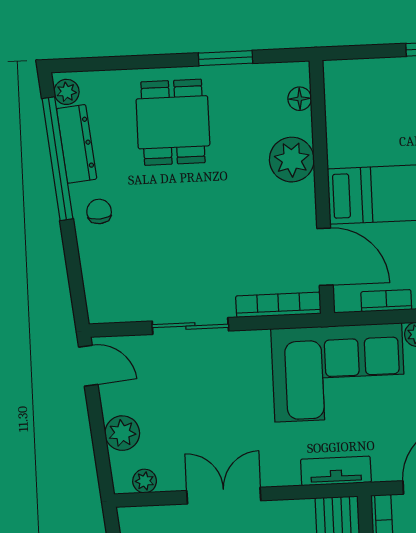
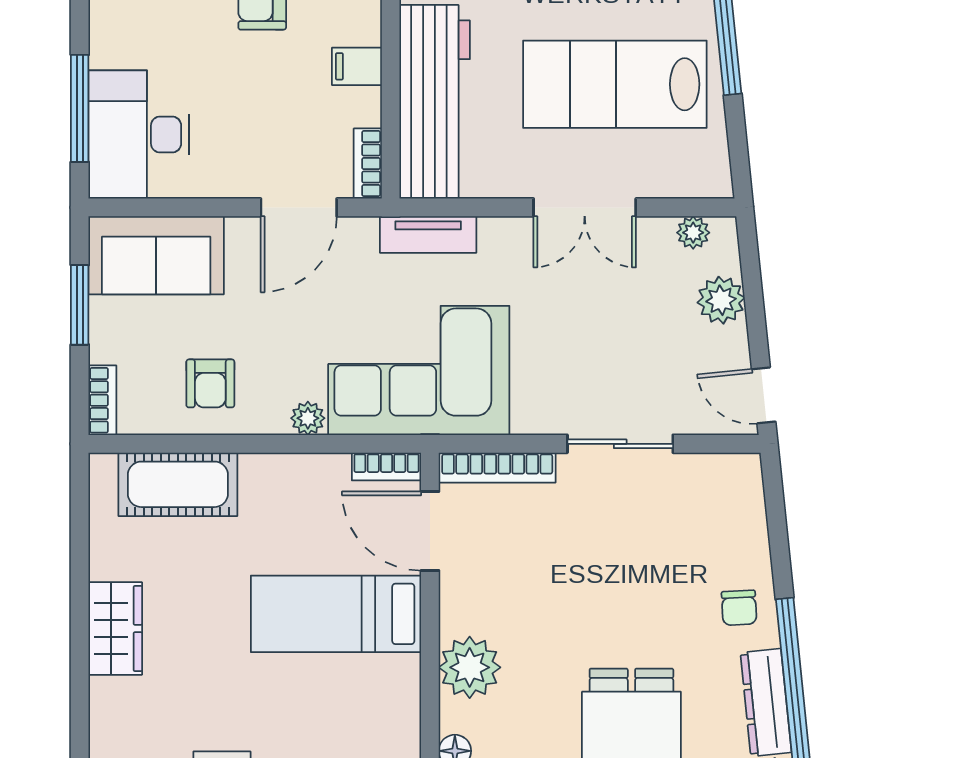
bookcase: (386, 301) -> (386, 466), moved

